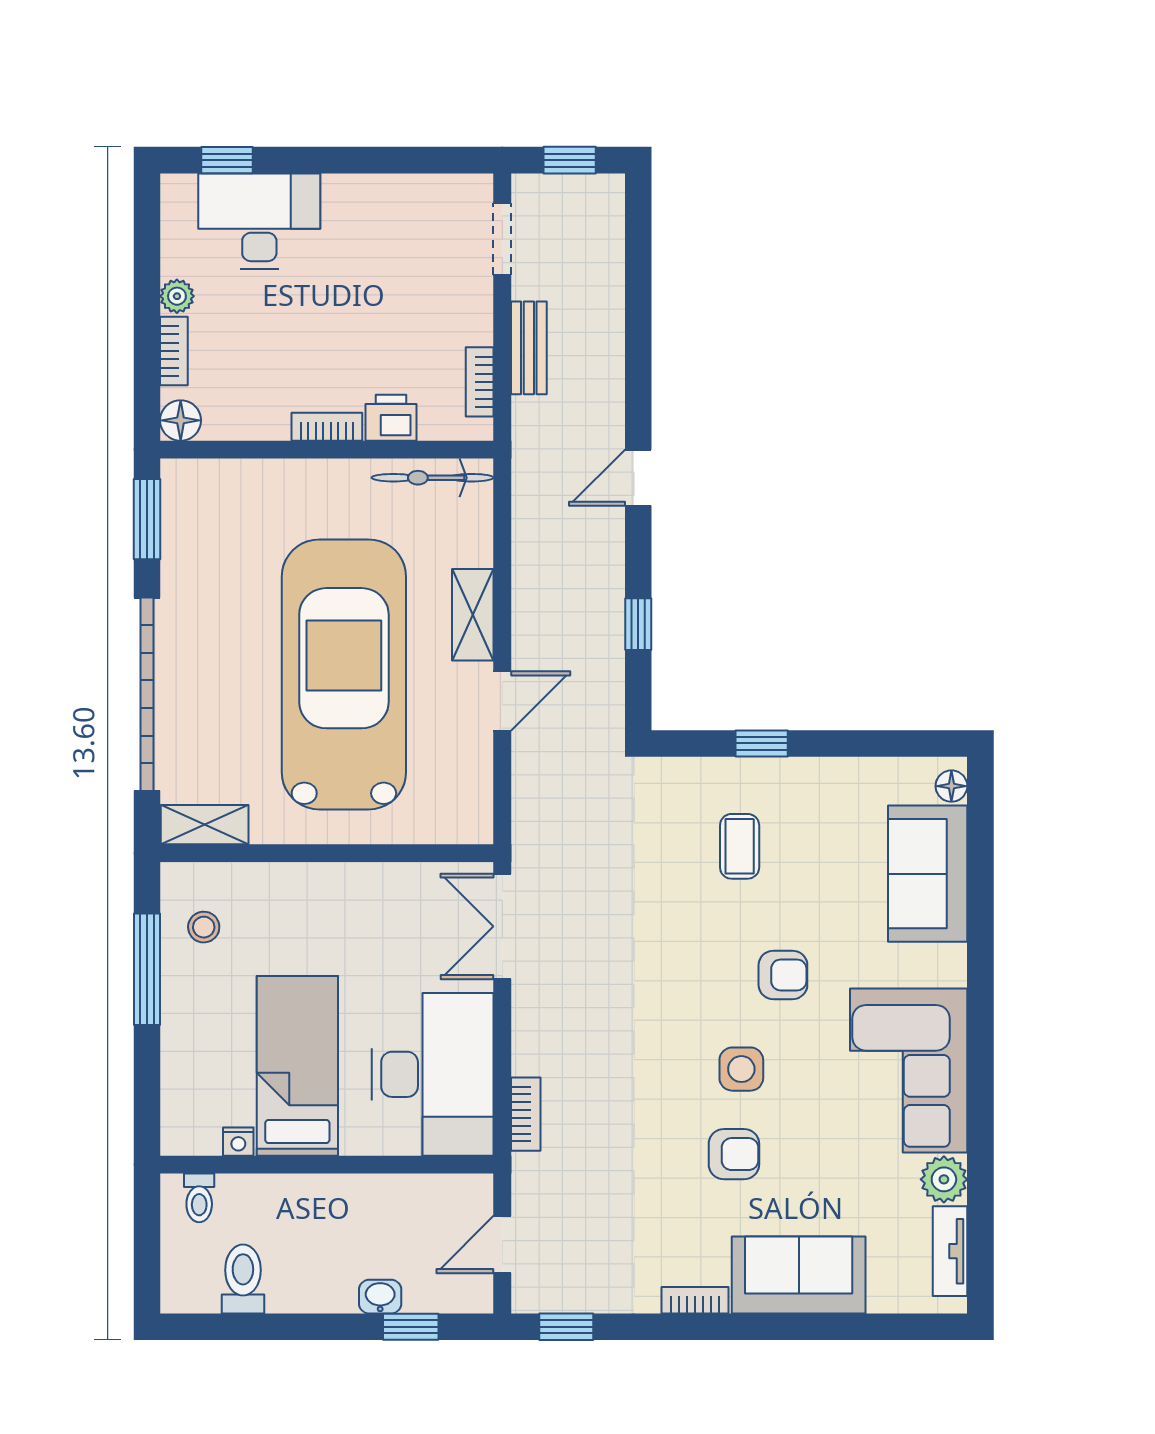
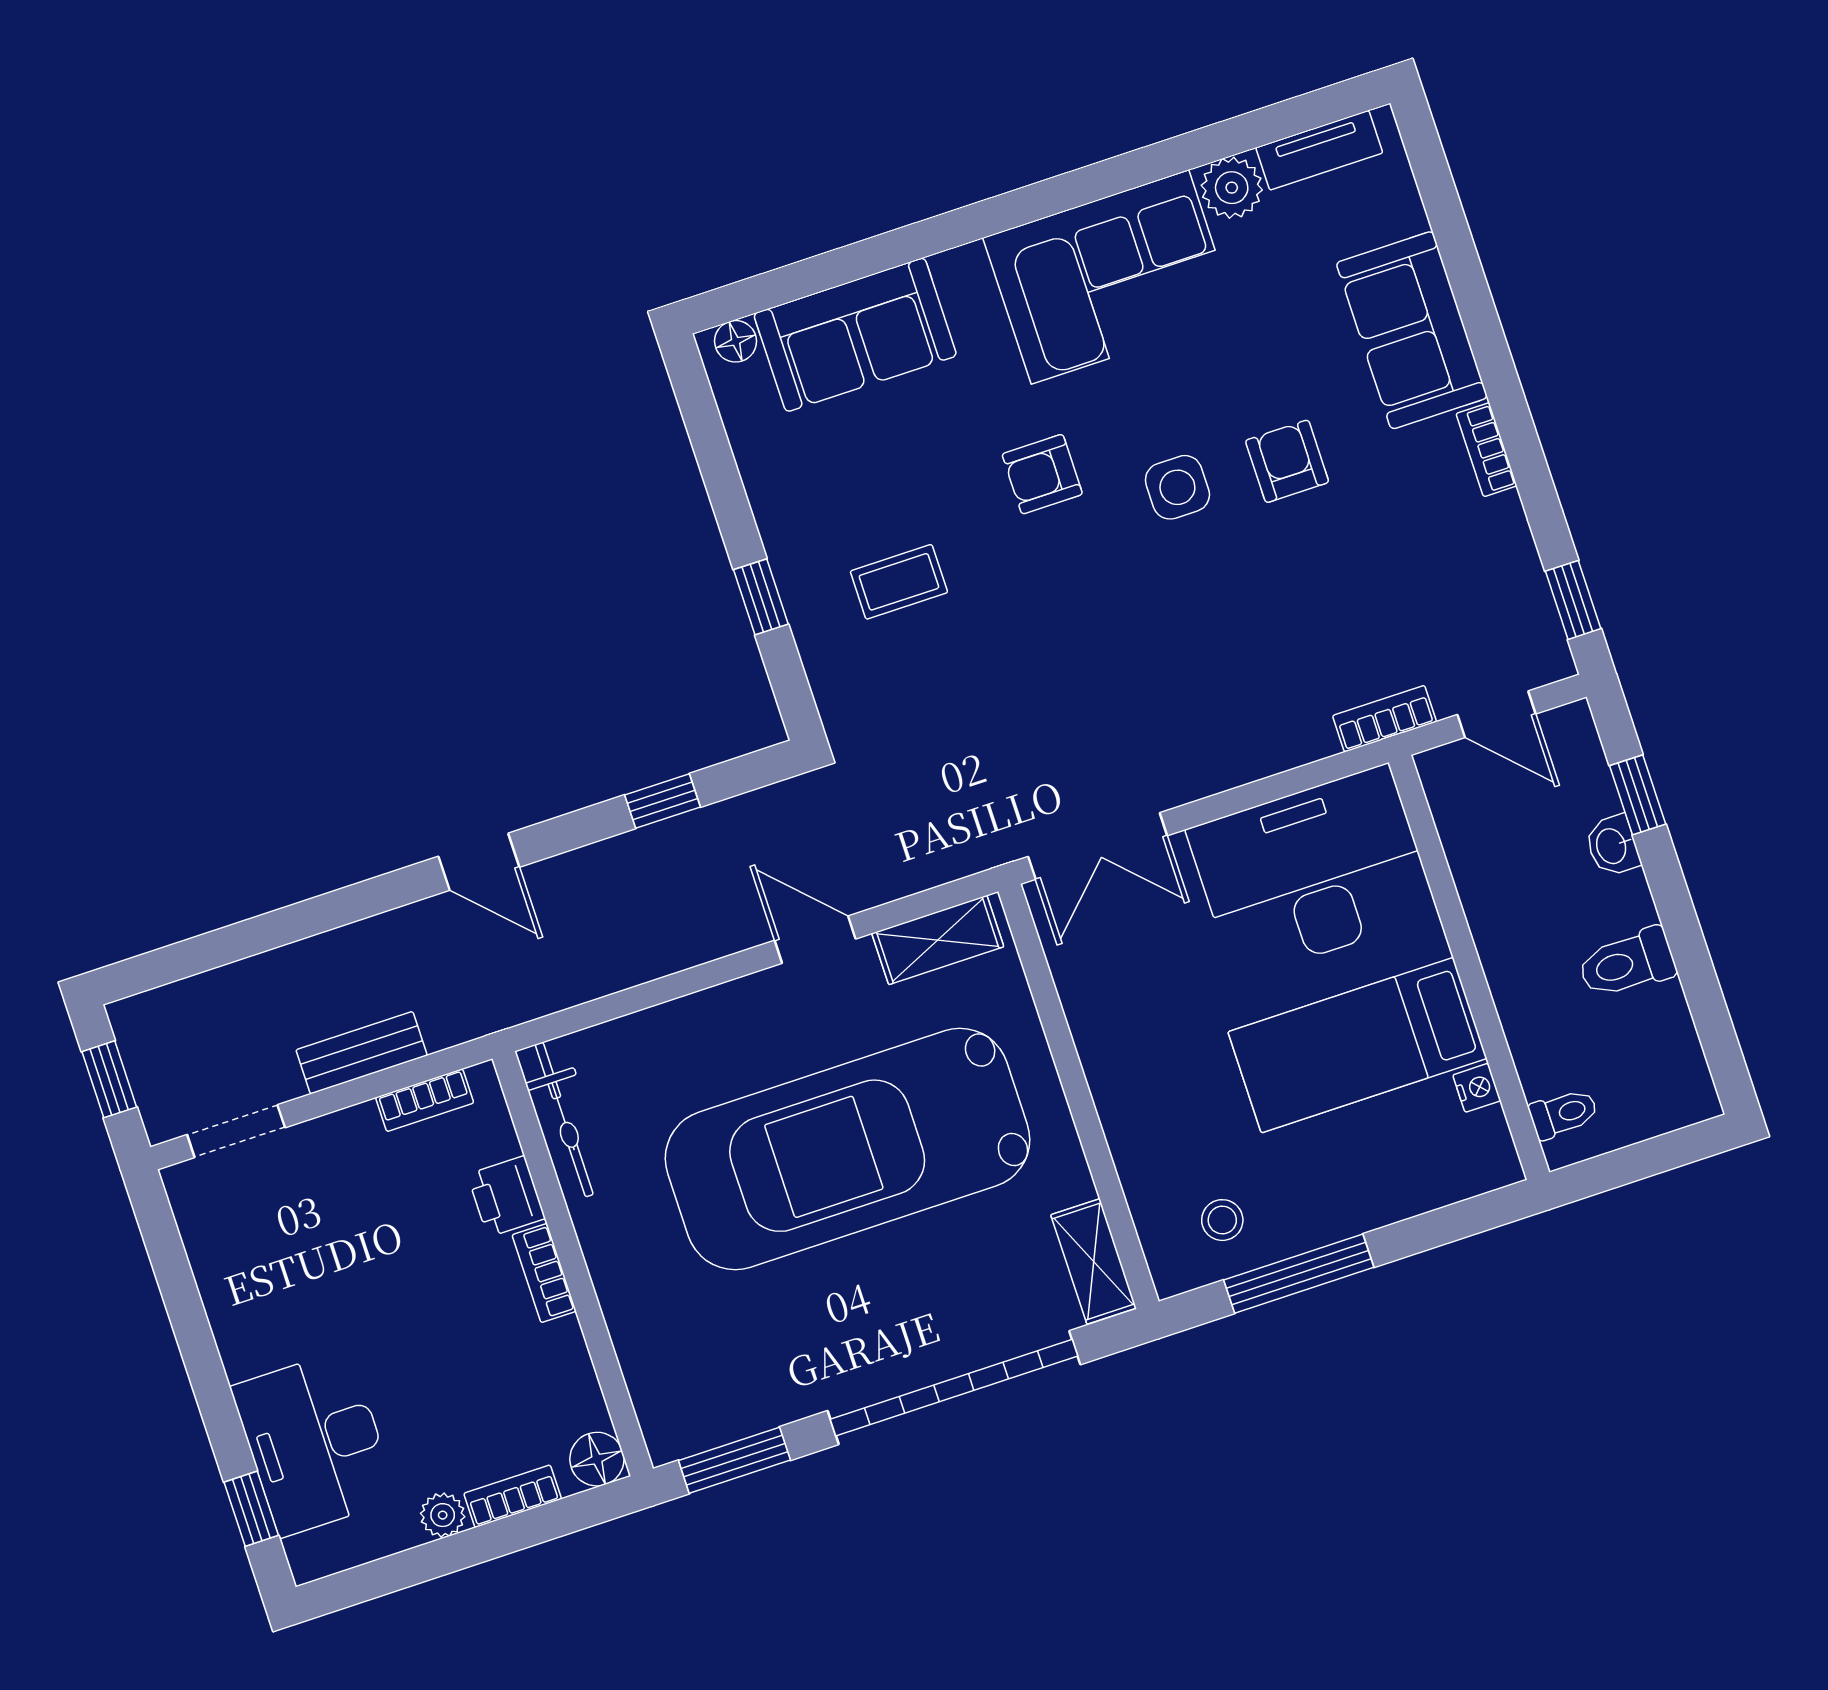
shelving: (473, 615) -> (938, 940), moved
armchair: (783, 975) -> (1042, 474), turned -90
bookcase: (526, 1114) -> (1385, 719), moved
toilet: (243, 1279) -> (1627, 963), moved

